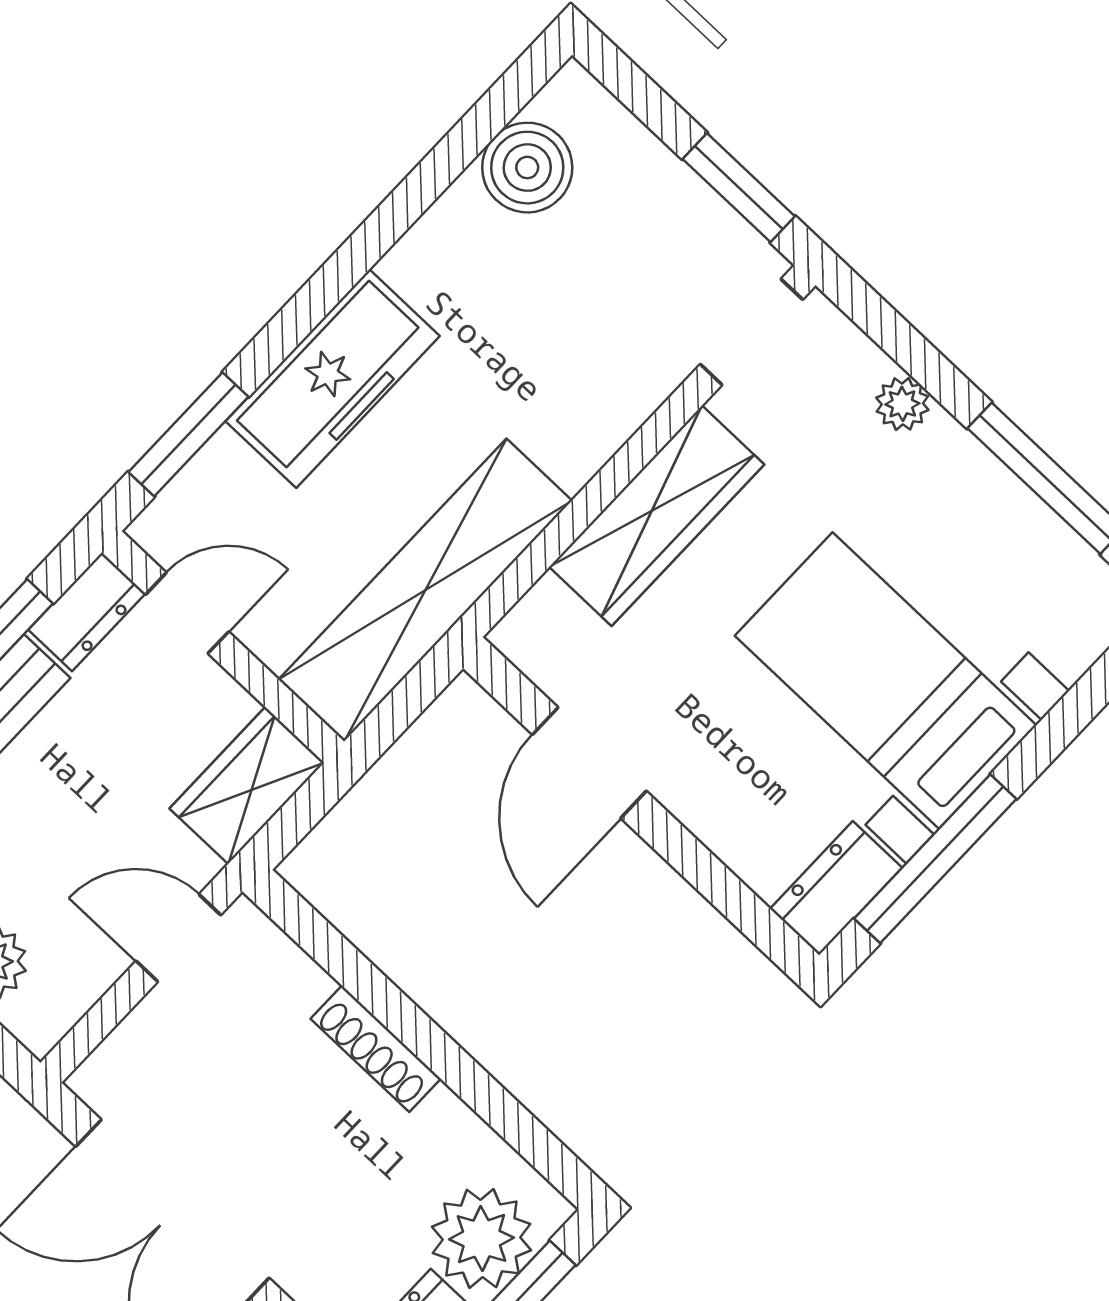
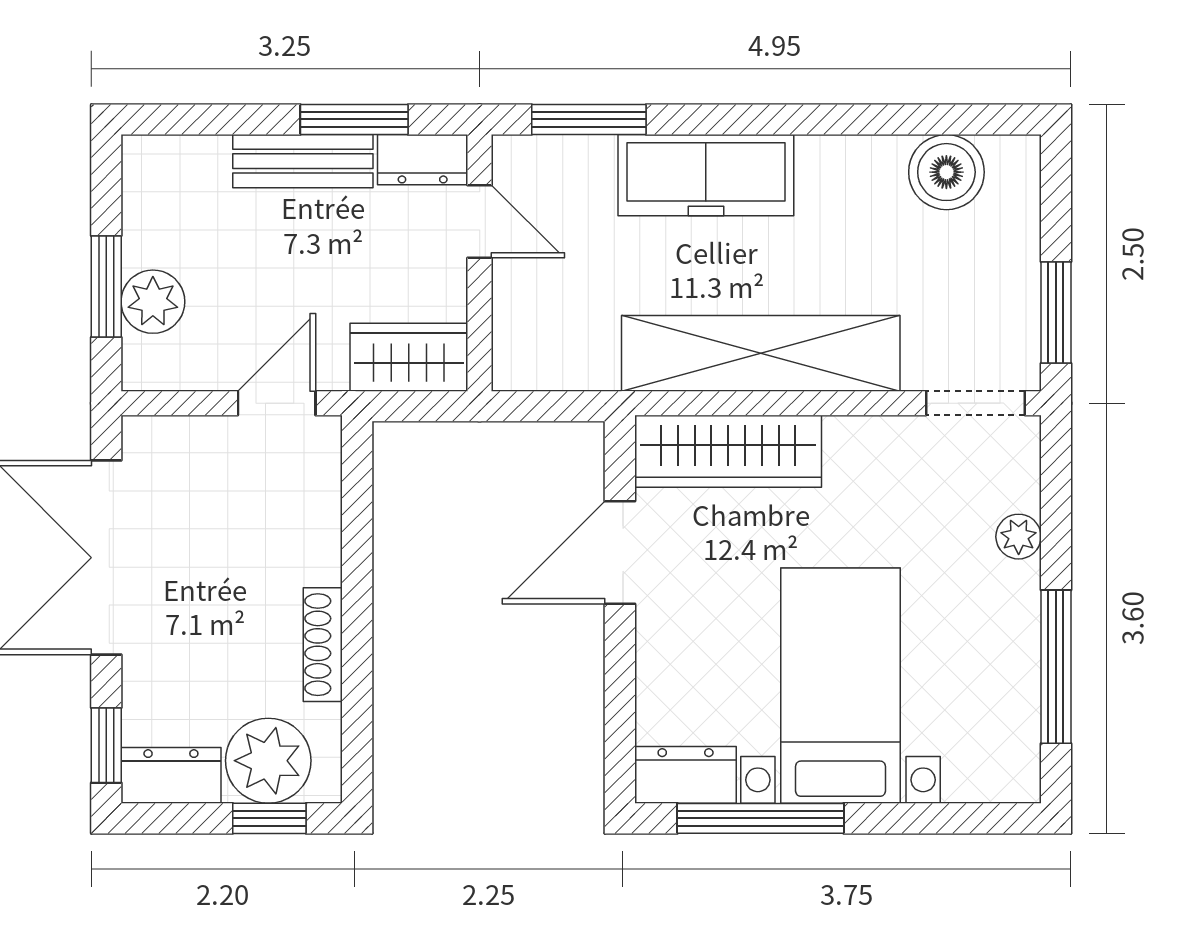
wardrobe: (657, 516) -> (728, 451), moved
shelving: (425, 590) -> (761, 353), moved
door: (178, 938) -> (277, 403), hinge flipped
shoe rack: (376, 1049) -> (323, 645), moved

